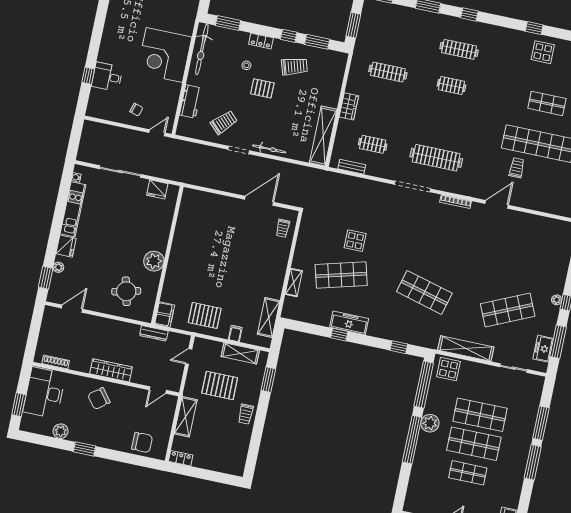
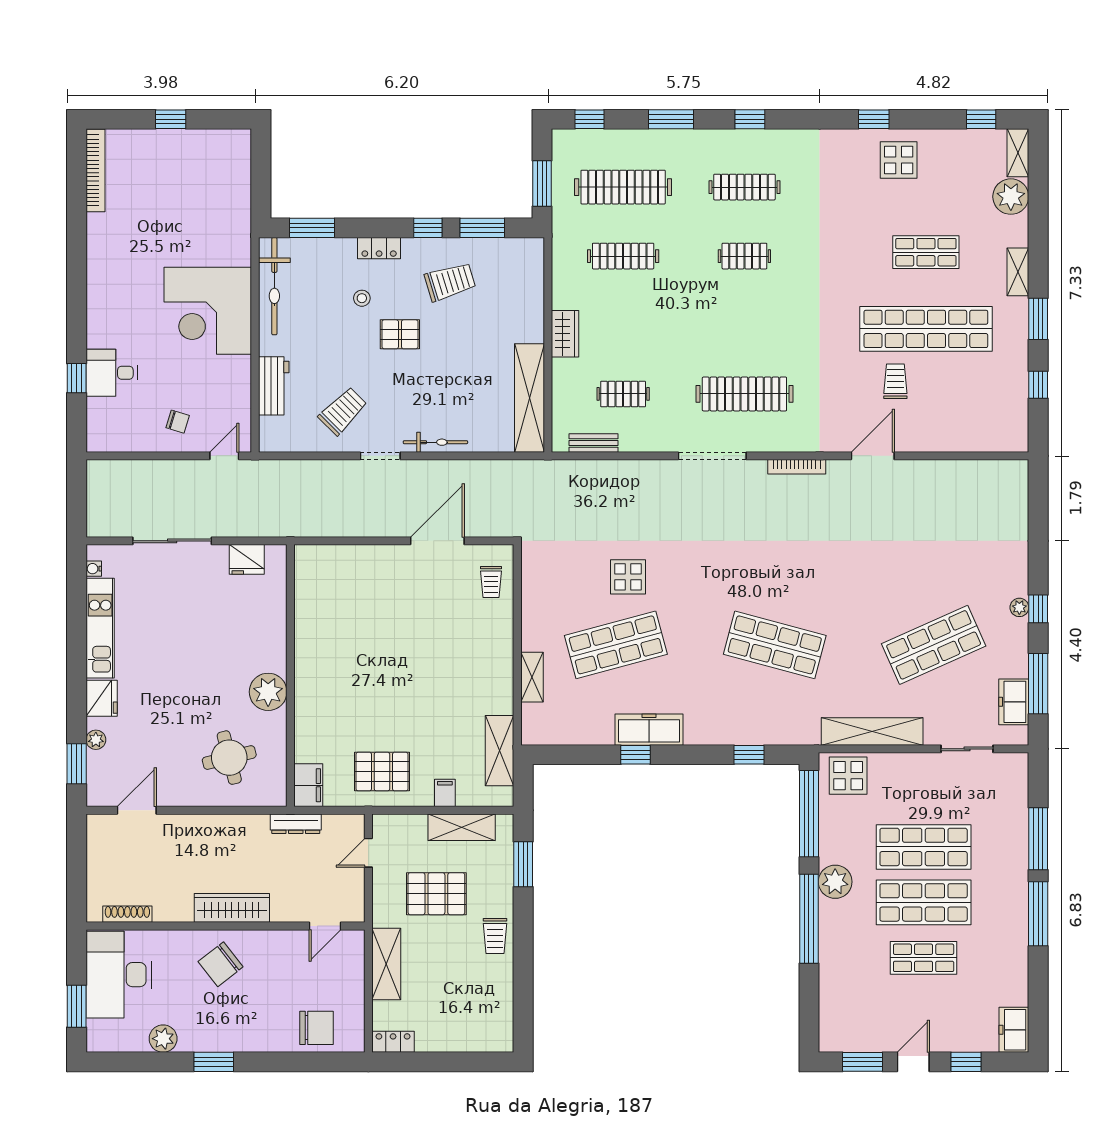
clothes rail: (395, 36) -> (623, 187), added

